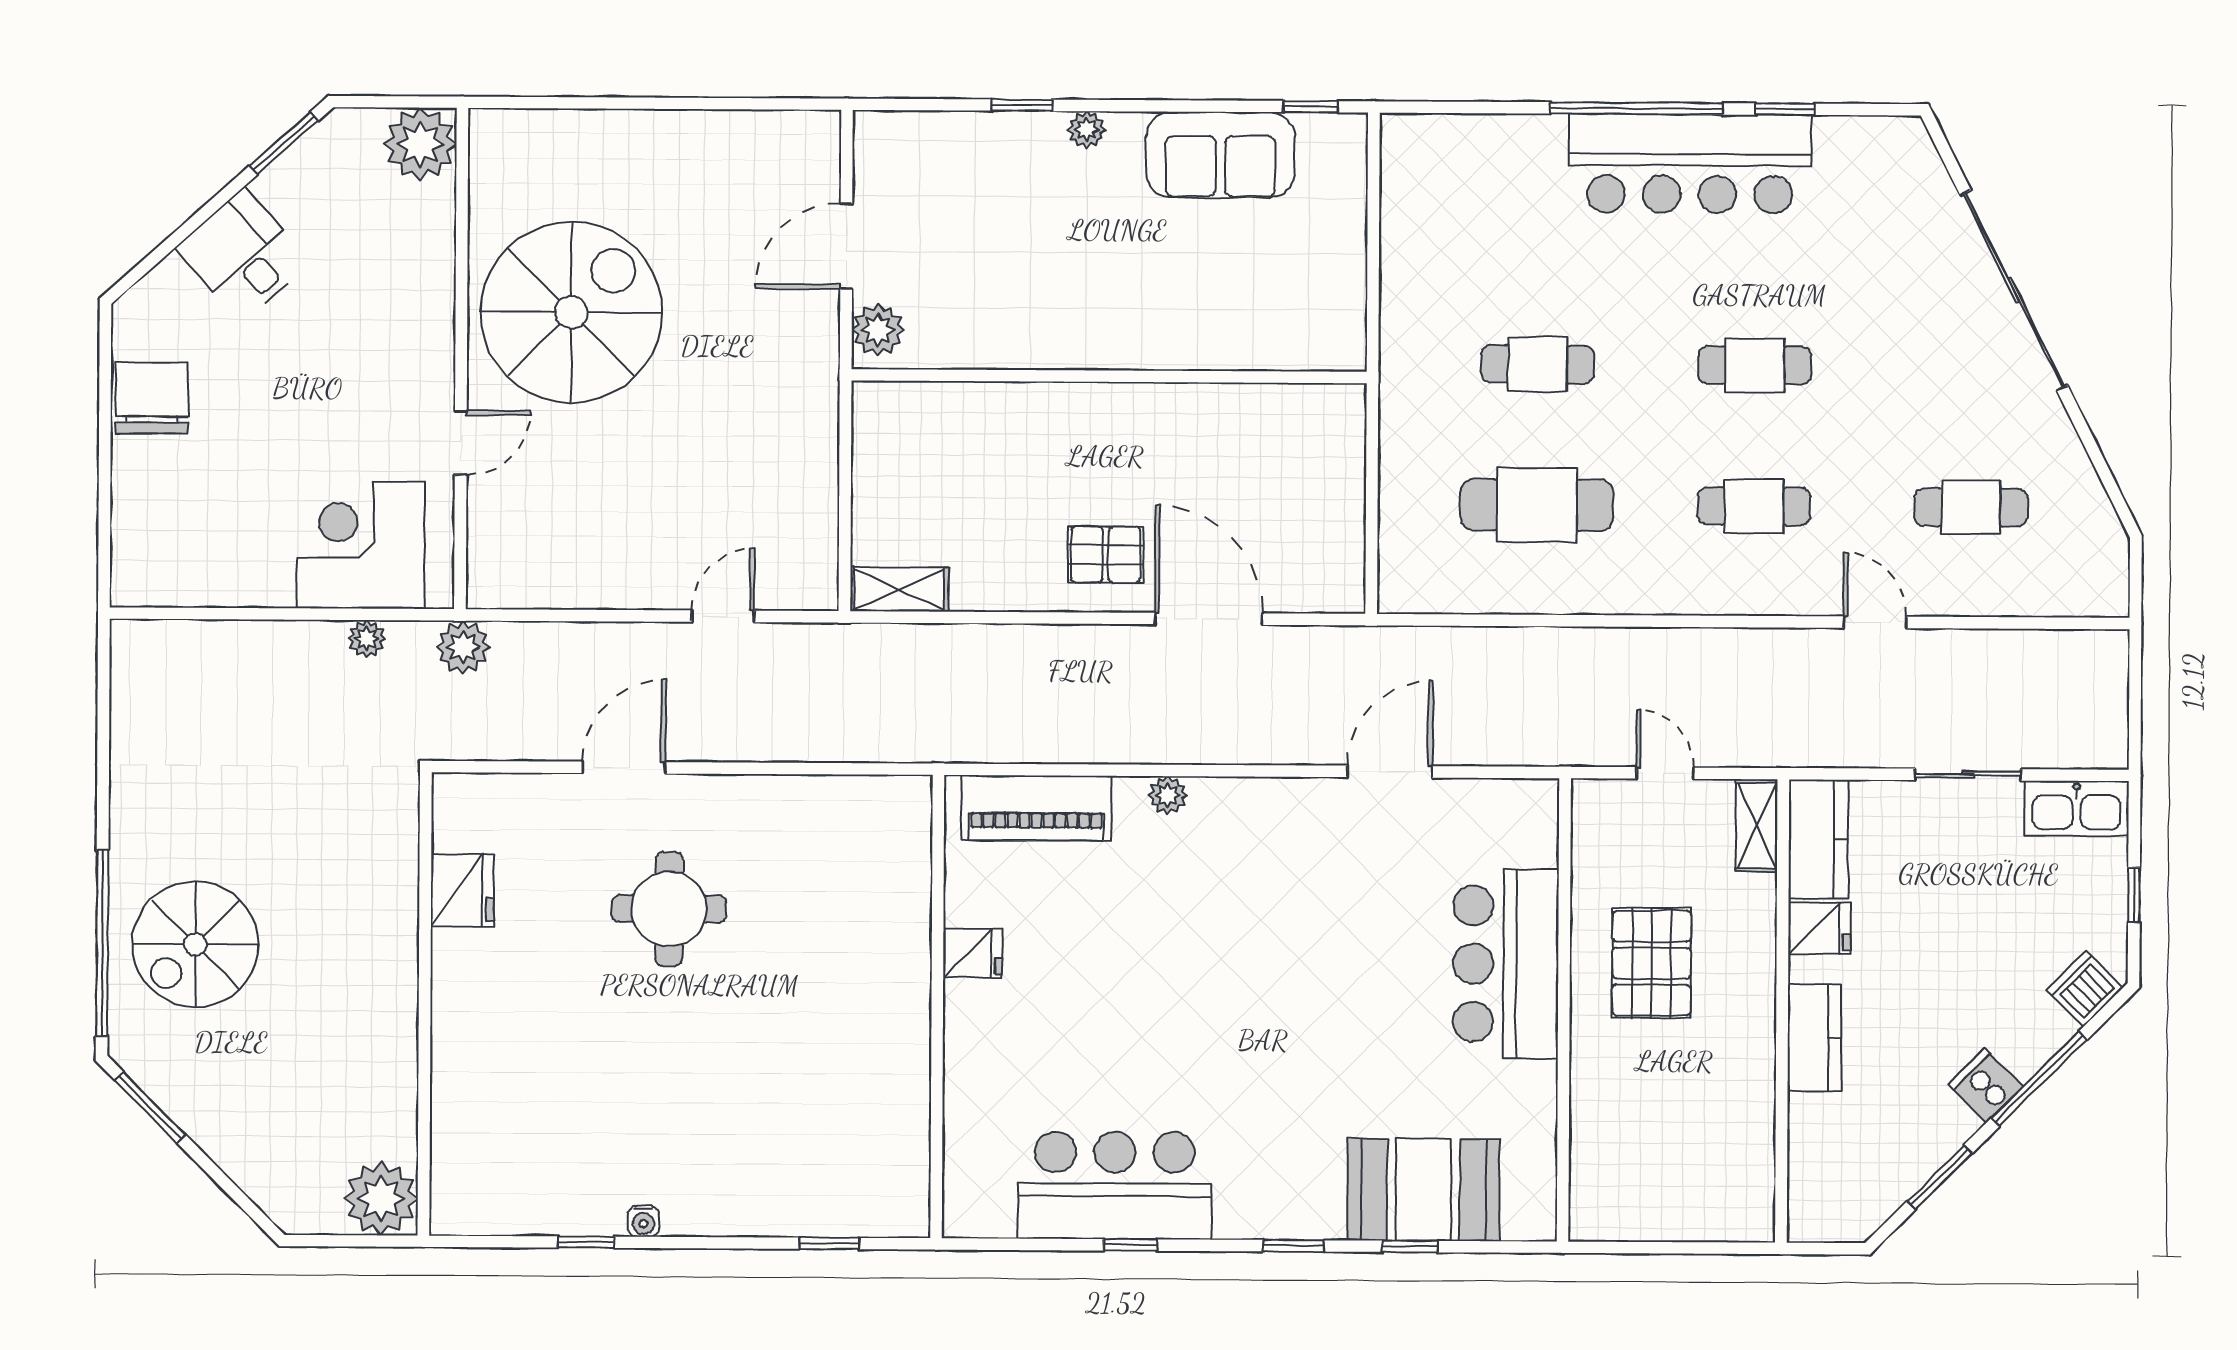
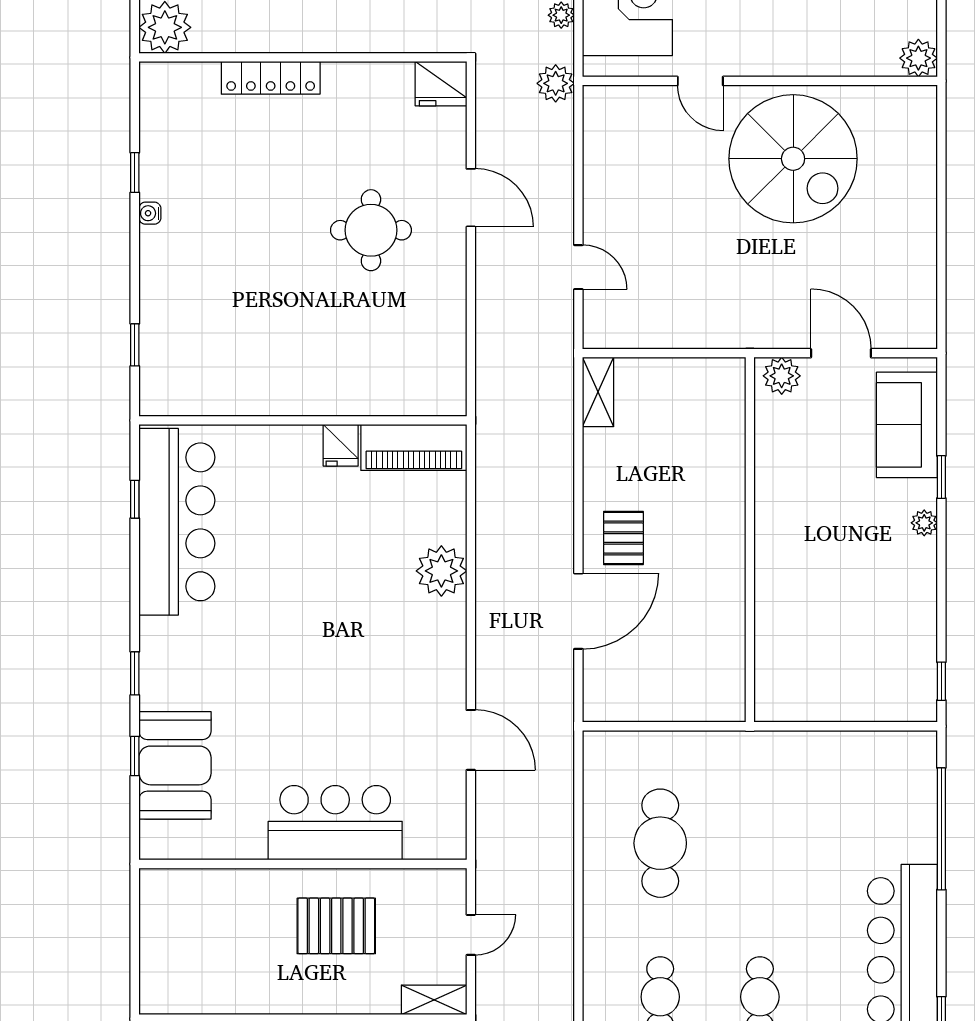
window: (1636, 108) -> (941, 829), moved
plant: (420, 144) -> (918, 58), width x0.73, depth x0.73
sofa: (1220, 155) -> (907, 425), moved
cafe table: (1538, 364) -> (760, 843), removed
plant: (1168, 795) -> (441, 571), width x1.88, depth x1.88
piano: (1036, 808) -> (414, 447), moved, turned -90
fridge: (462, 890) -> (441, 84), moved
locker: (453, 1049) -> (271, 78), added
bar counter: (1115, 1185) -> (177, 522), width x1.36
window: (1131, 1245) -> (135, 499), moved

